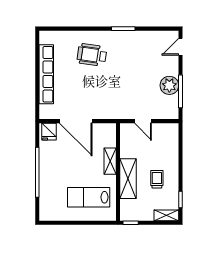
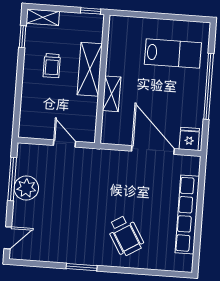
wheelchair: (92, 55) -> (125, 236), turned 51
lab bench: (89, 197) -> (173, 54), moved

